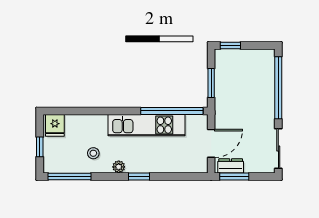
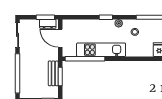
bench: (222, 88) -> (53, 73), added
door: (211, 143) -> (60, 38), hinge flipped

